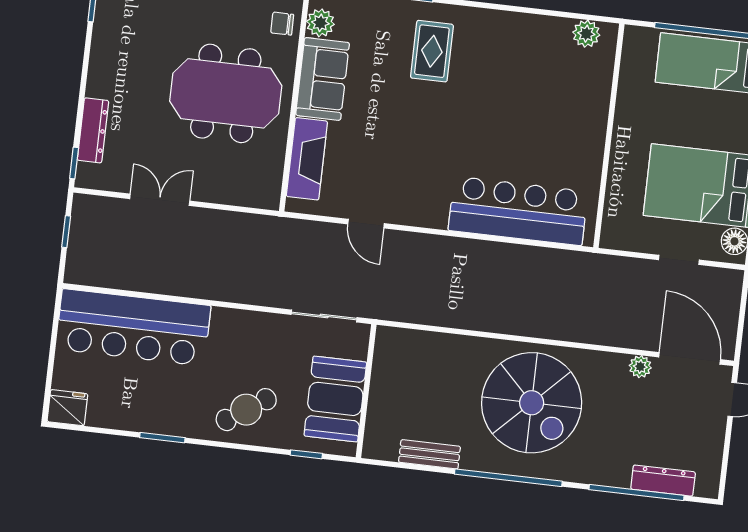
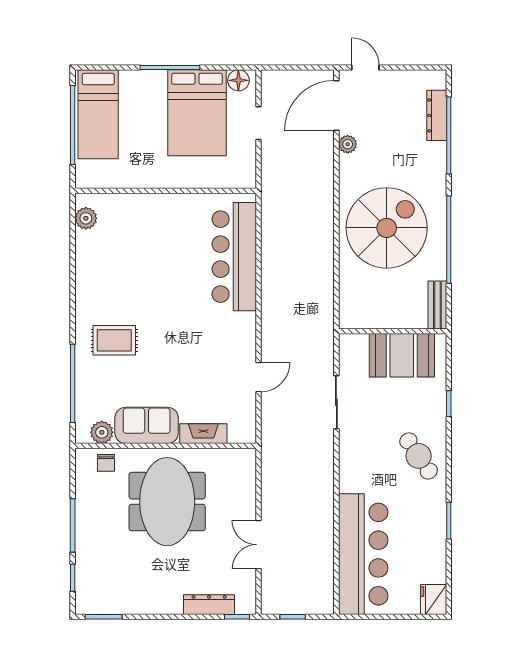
fireplace: (307, 159) -> (203, 434), width x0.73, depth x0.76
wall: (366, 391) -> (393, 331), moved
booth: (335, 399) -> (402, 355), moved

